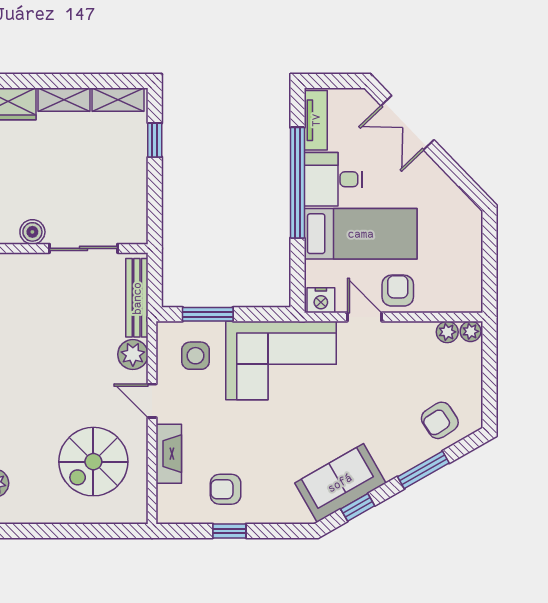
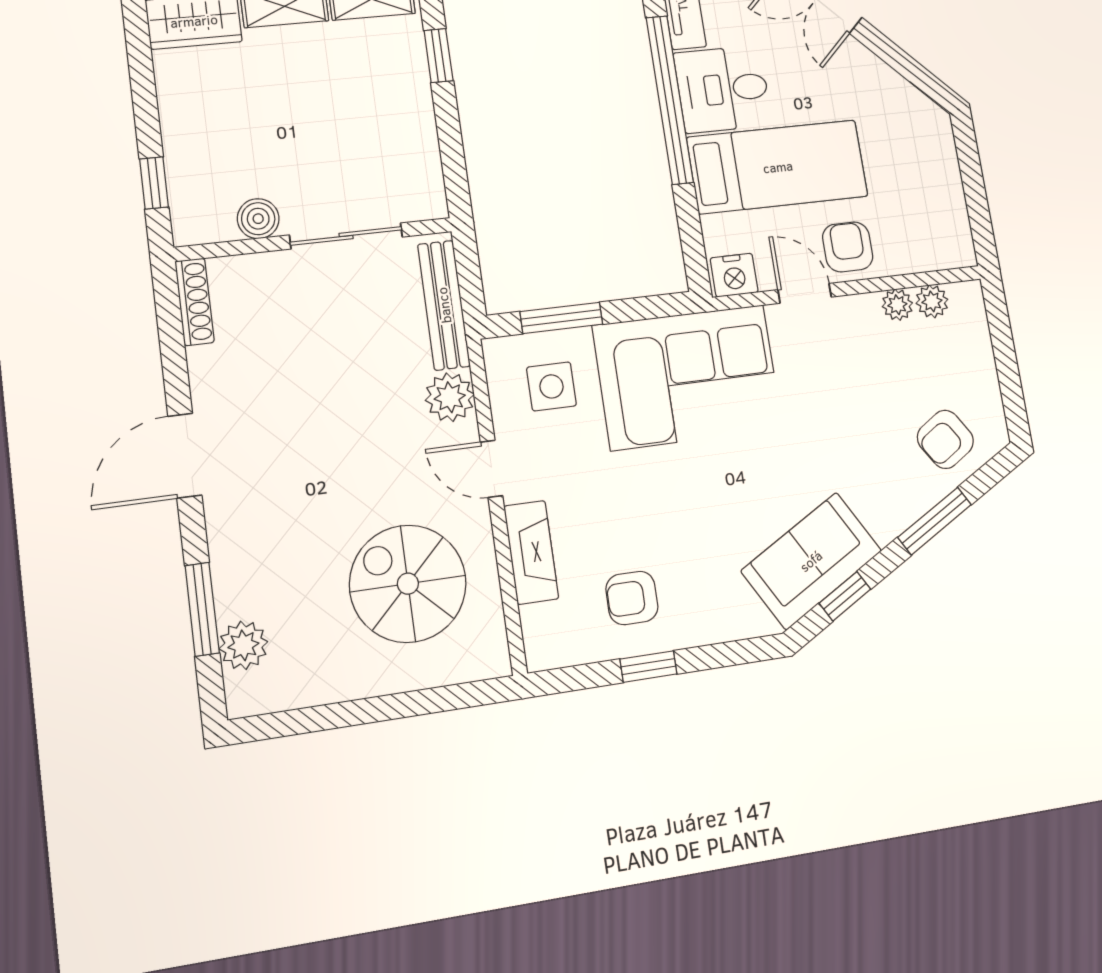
plant: (471, 331) -> (897, 305), moved
spiral stairs: (93, 462) -> (408, 584), turned 90

